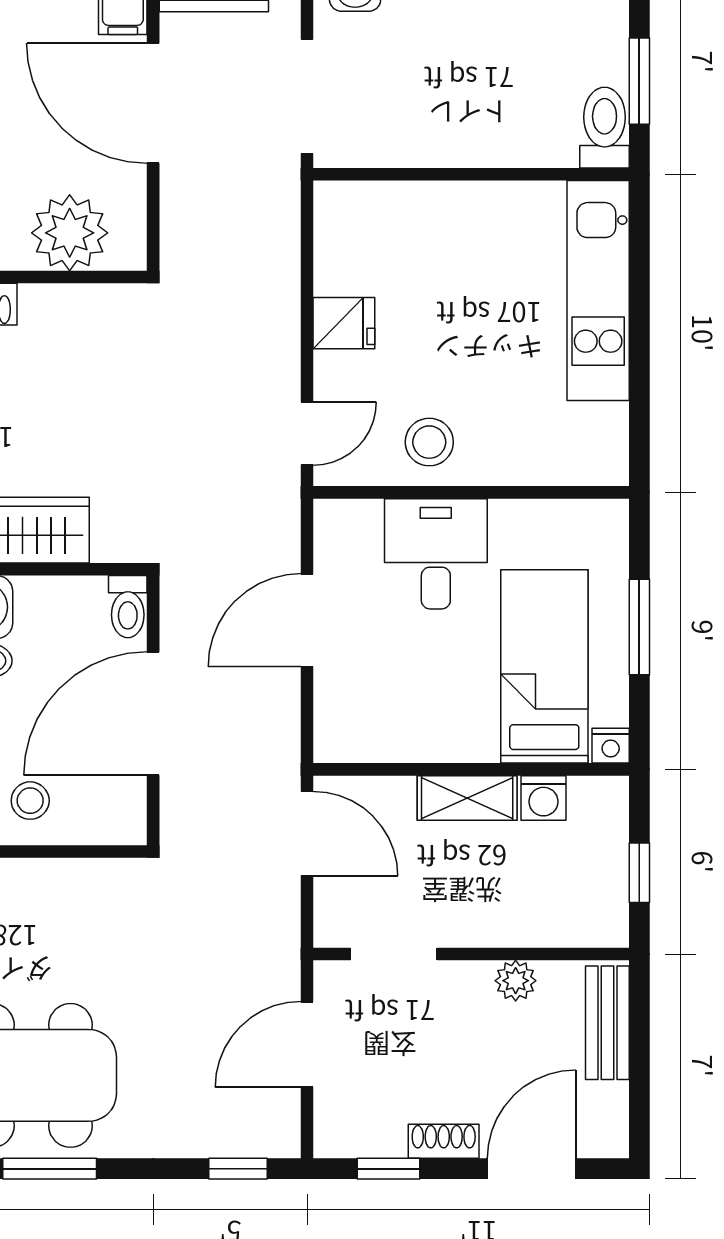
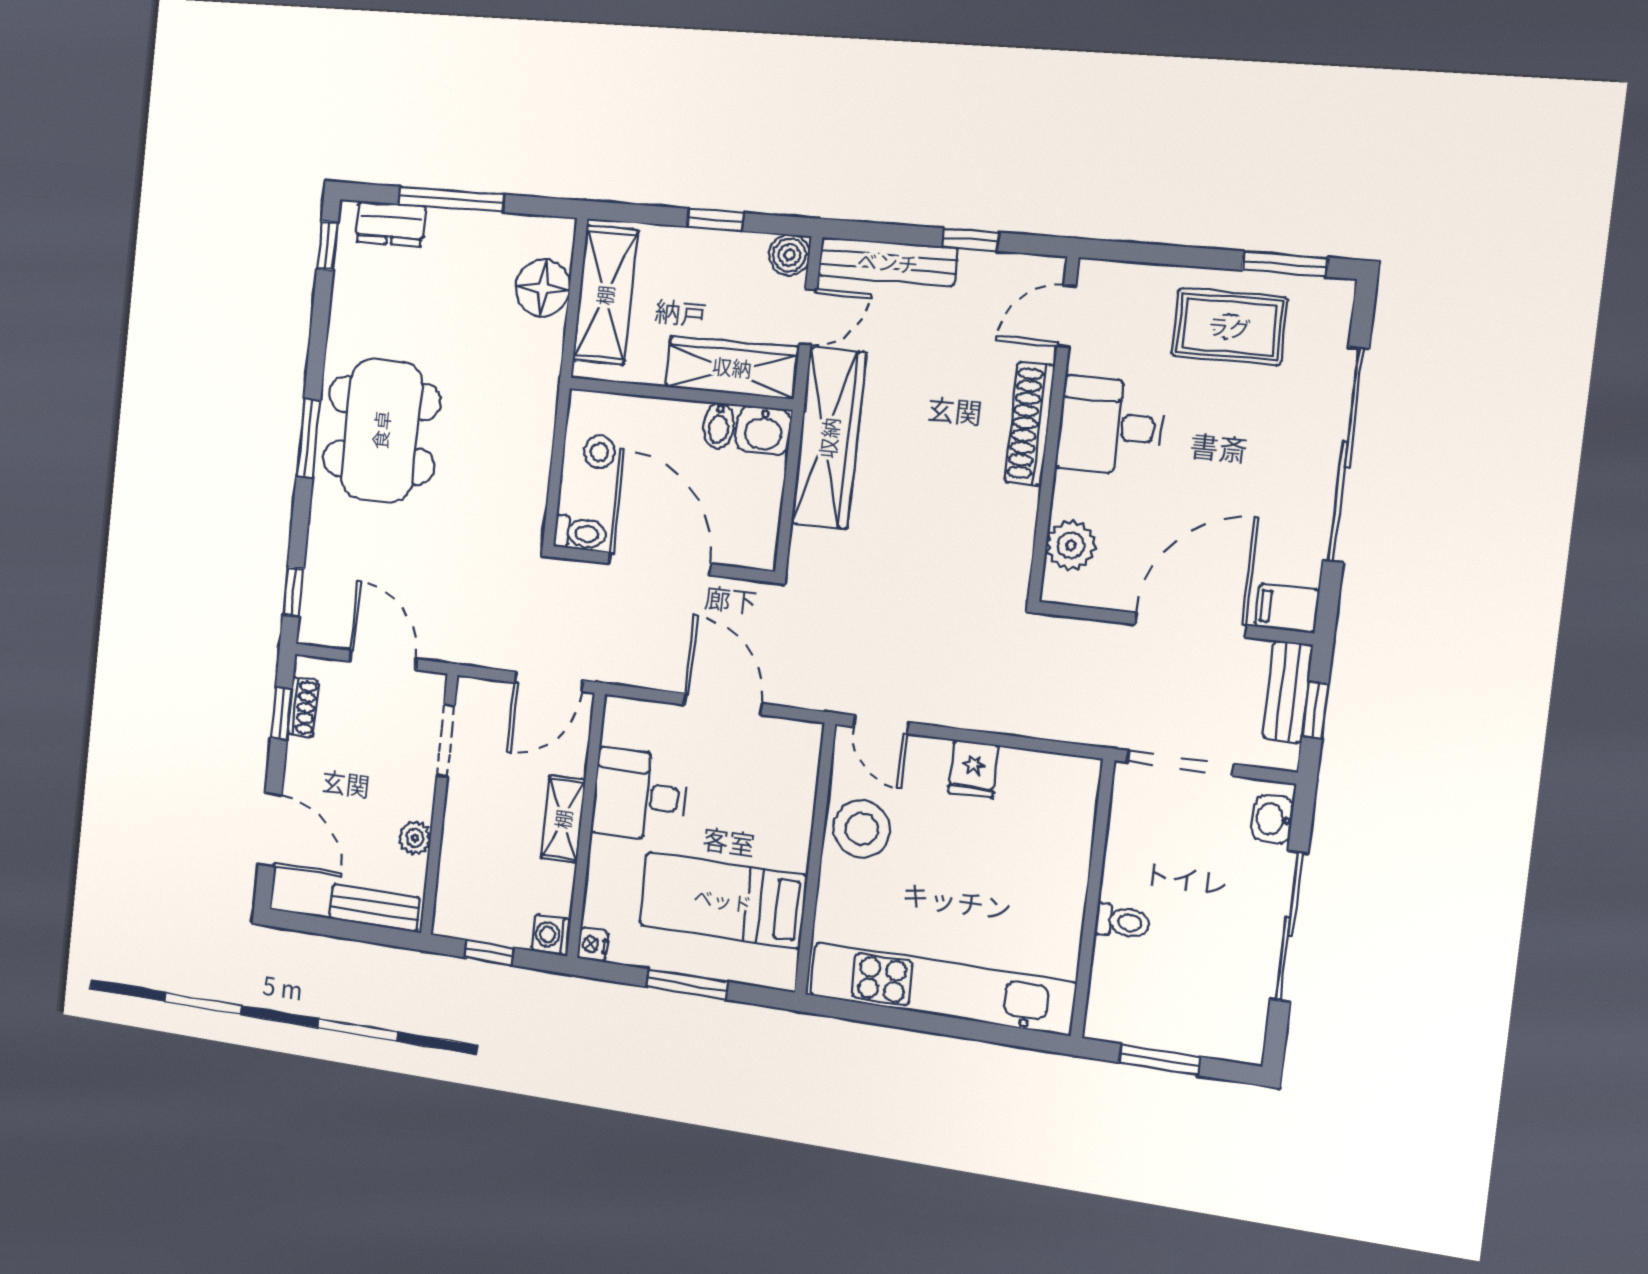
toilet: (605, 128) -> (1122, 922), moved, width x0.73, depth x0.72
plant: (70, 233) -> (1071, 545), width x0.73, depth x0.73
kitchen unit: (598, 291) -> (942, 989), width x1.36
stool: (429, 442) -> (862, 829), width x1.38, depth x1.38
desk: (436, 554) -> (640, 795), moved, turned 180
toilet: (128, 607) -> (580, 533), moved, turned 180
bed: (544, 666) -> (723, 900), moved, turned 180
washing machine: (543, 798) -> (551, 935), moved
shoe rack: (444, 1141) -> (303, 707), moved

